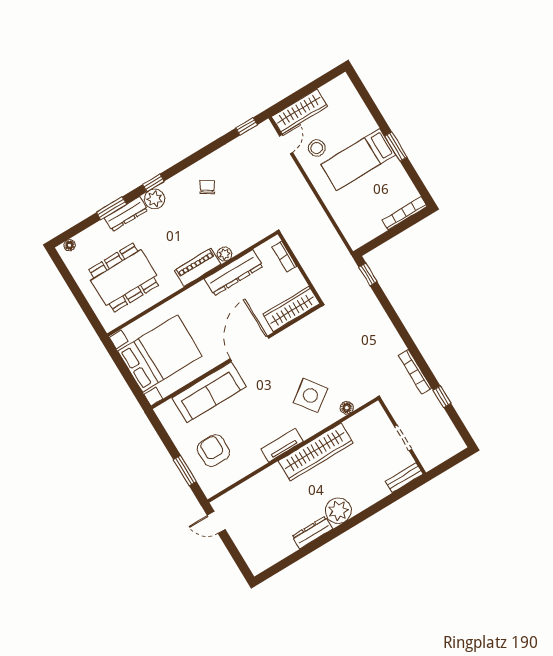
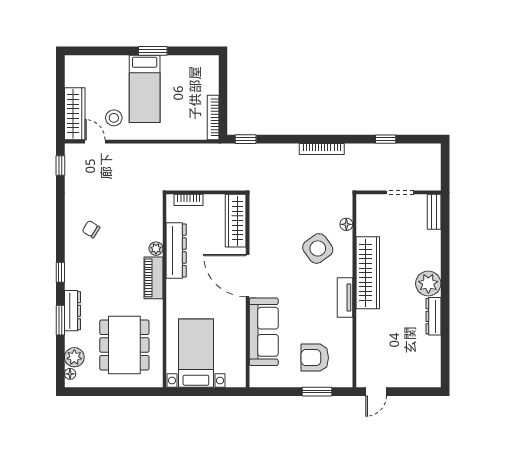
plant: (154, 199) -> (74, 357), moved
bookcase: (405, 213) -> (213, 118), moved
bed with nightstands: (160, 353) -> (196, 353), width x0.73
bookcase: (415, 372) -> (322, 149), moved

